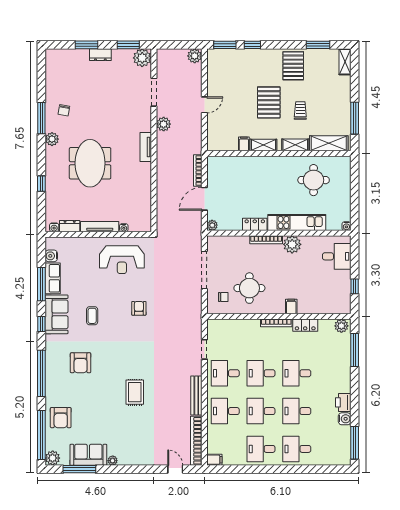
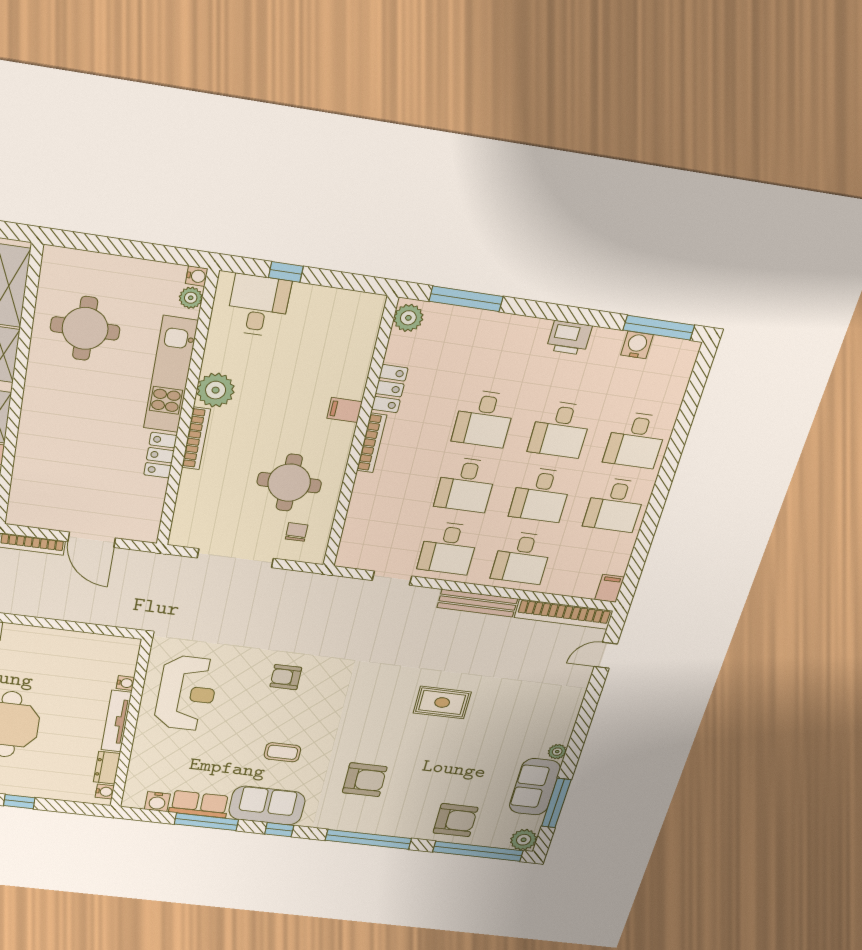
plant: (212, 225) -> (191, 298), moved
window: (355, 286) -> (286, 272), moved
water cooler: (345, 419) -> (637, 345), moved

